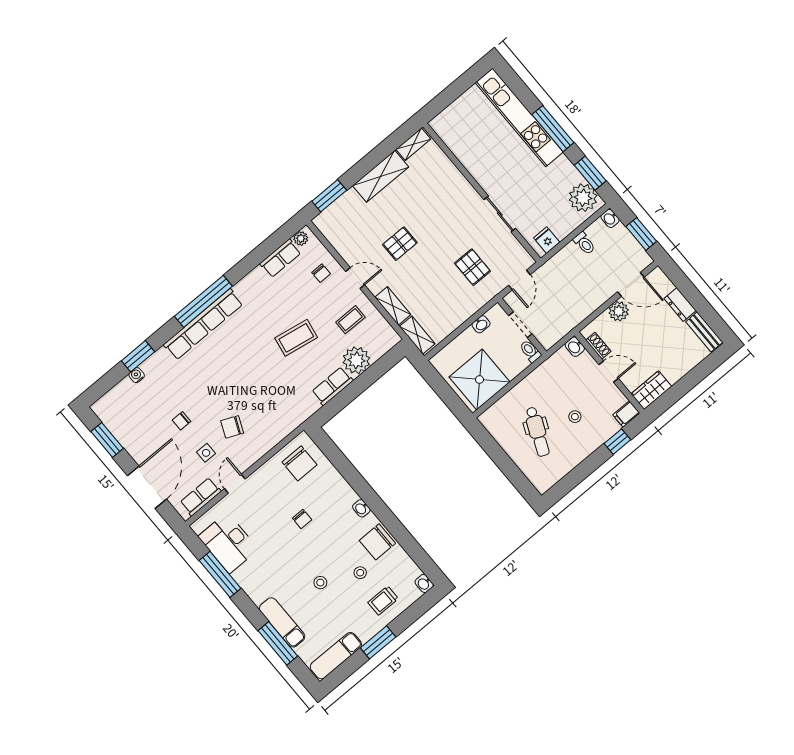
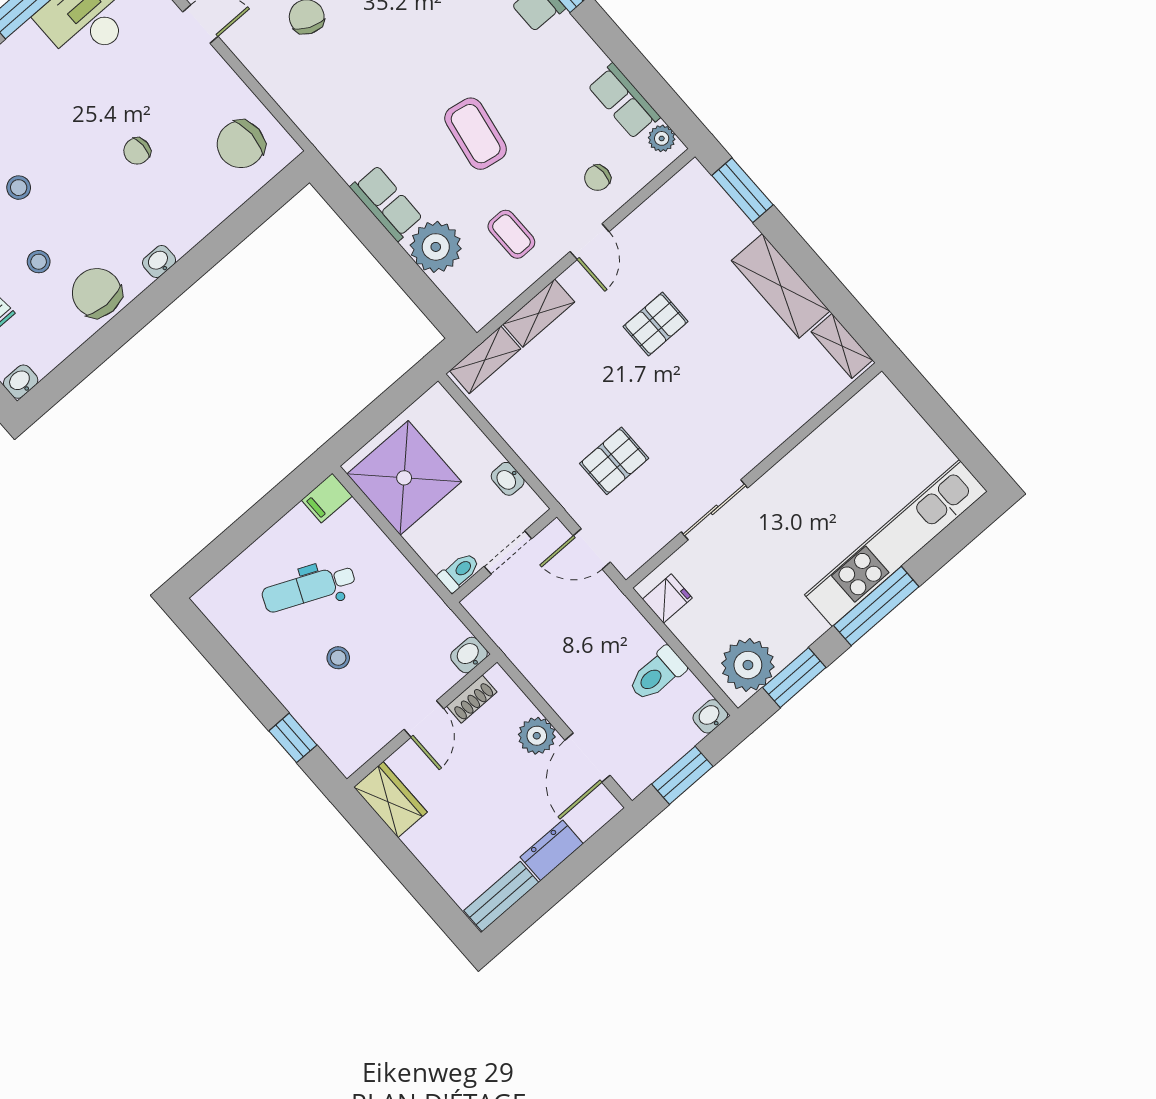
toilet: (584, 243) -> (657, 674), width x1.37, depth x1.39
pallet: (400, 244) -> (656, 324), turned 90
filing cabinet: (626, 414) -> (327, 498), moved, turned -90

